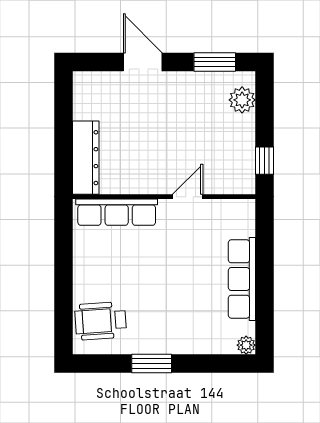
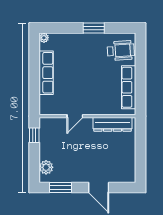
dresser: (86, 158) -> (112, 124), moved, turned -90
row of seats: (117, 212) -> (129, 87), moved, turned -90

